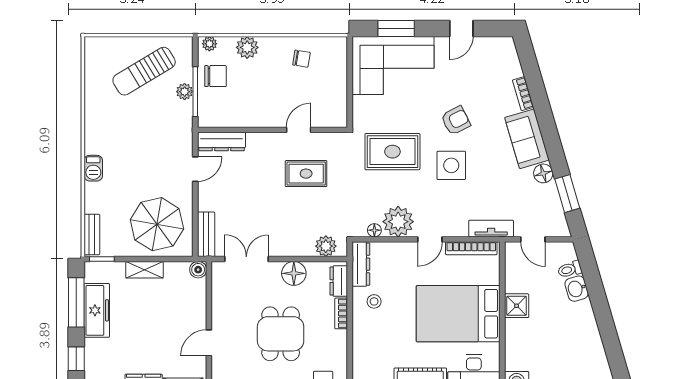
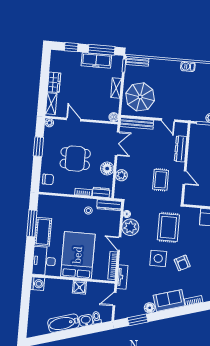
dresser: (222, 142) -> (181, 149), moved
barbecue: (93, 168) -> (188, 66), moved
bench: (206, 234) -> (137, 123), width x1.36
plant: (326, 246) -> (121, 175), moved
bathtub: (585, 329) -> (64, 323), added

